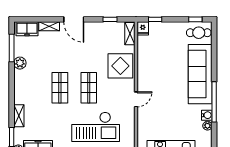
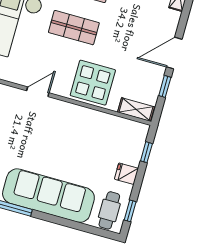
door: (74, 19) -> (174, 53), moved
fridge: (143, 28) -> (126, 174), moved
door: (136, 99) -> (38, 92), swing flipped

